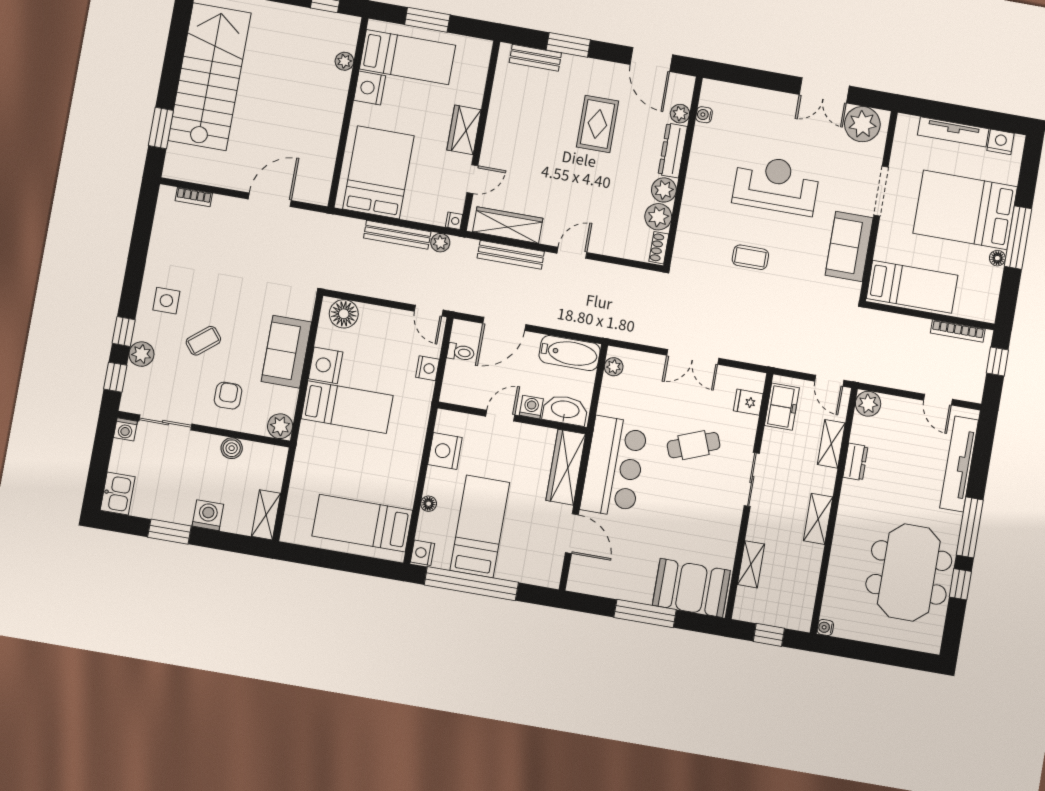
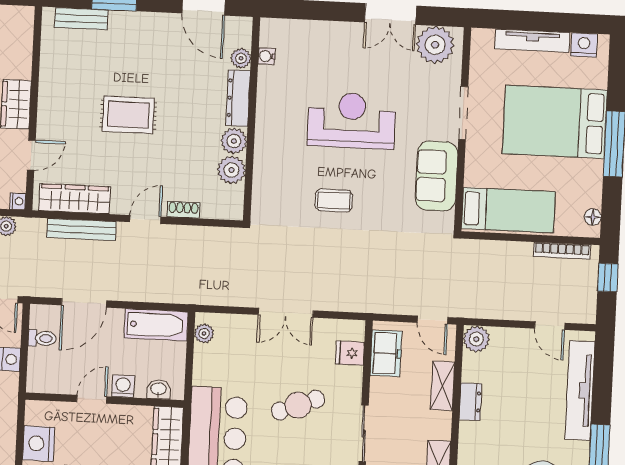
rug: (597, 124) -> (128, 115), moved, turned 90
shoe rack: (659, 248) -> (184, 210), moved, turned 90
floor lamp: (997, 258) -> (593, 217), moved
washbasin: (565, 410) -> (159, 389), width x0.52, depth x0.69

